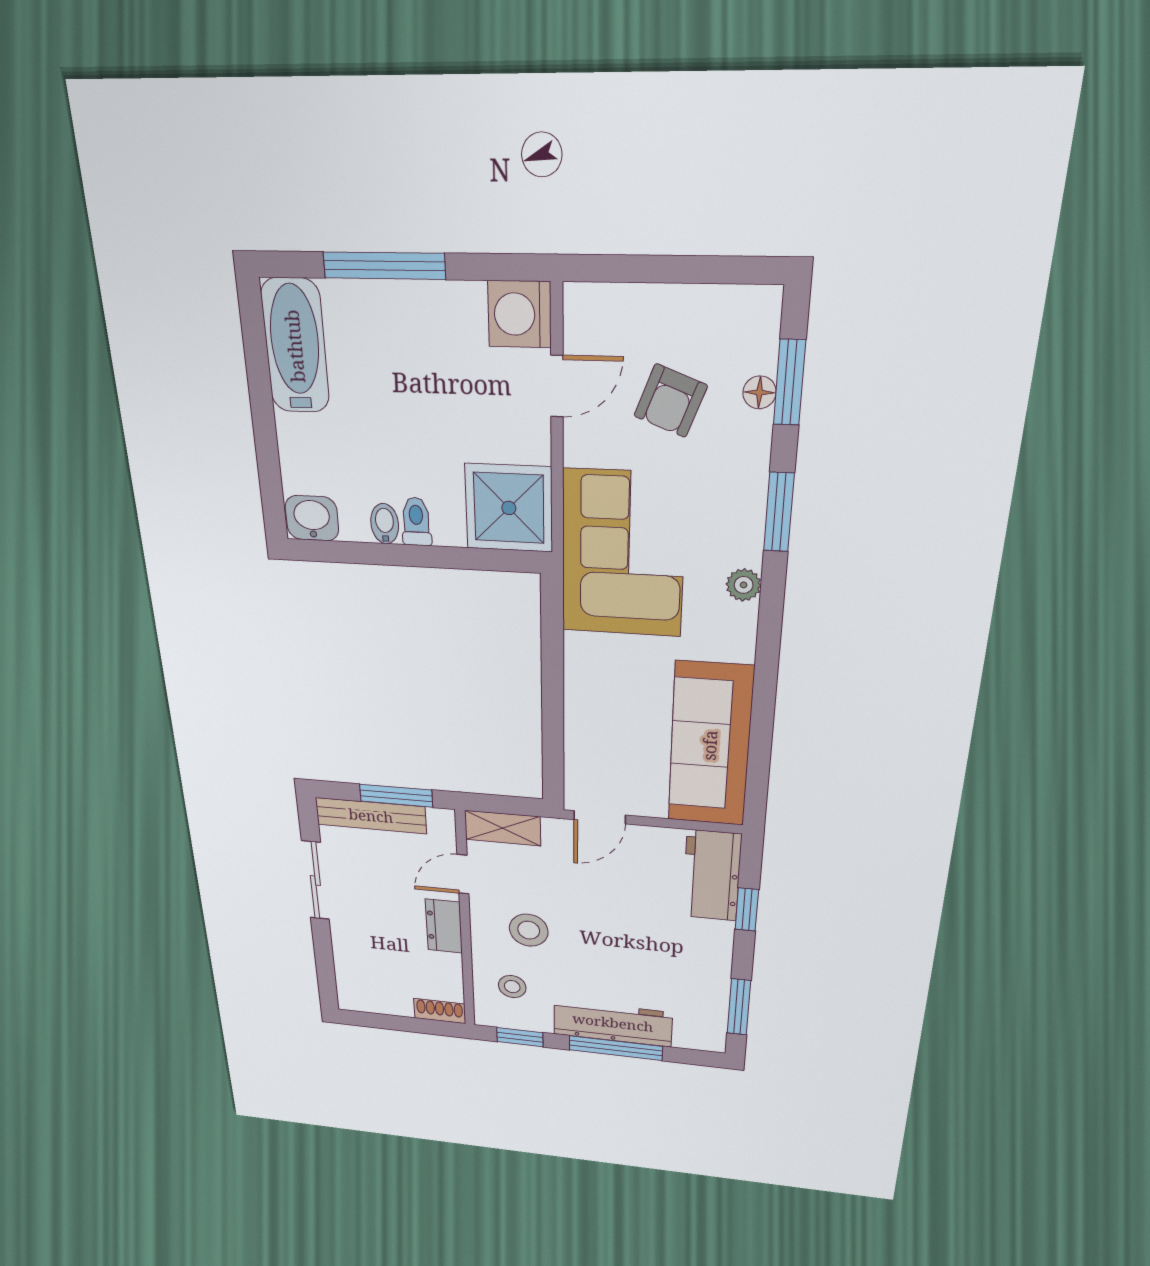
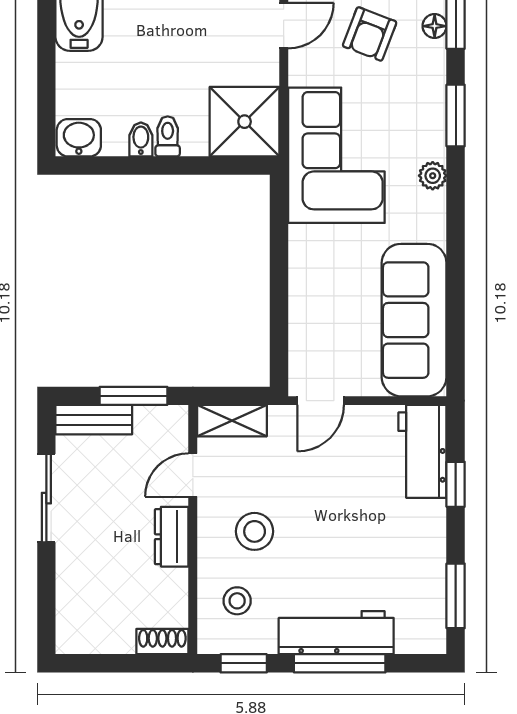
bench: (371, 816) -> (94, 420), width x0.73

